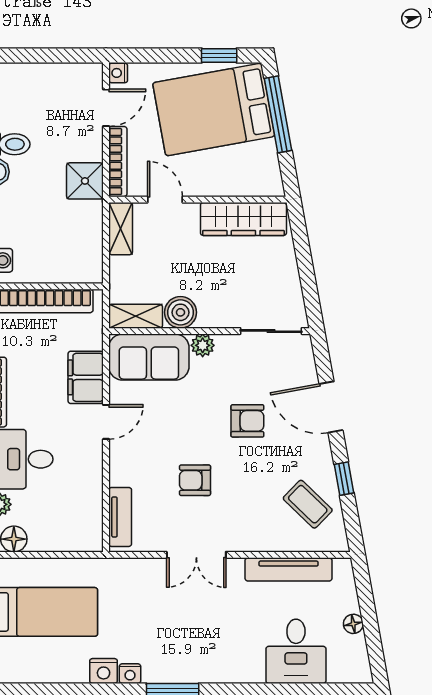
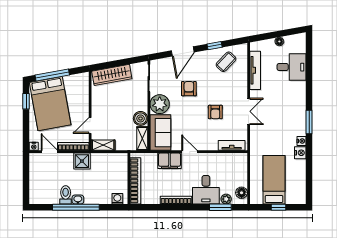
wardrobe: (243, 219) -> (112, 75), moved, turned 80
plant: (203, 345) -> (160, 104), width x1.87, depth x1.87

